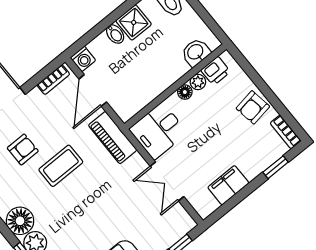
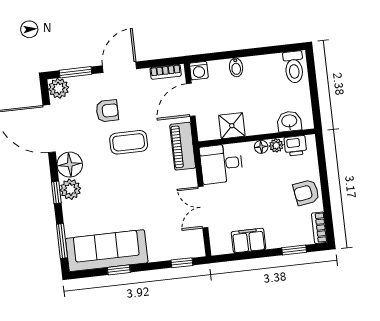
shower: (134, 22) -> (232, 126), moved

